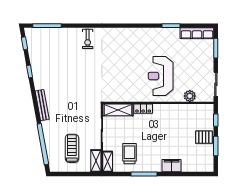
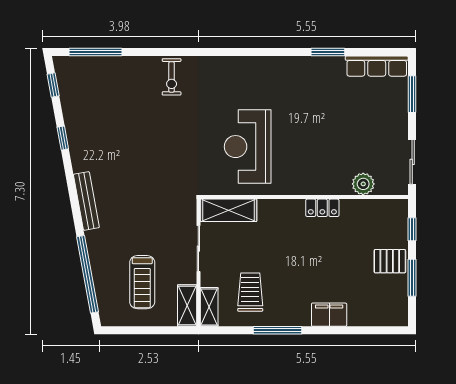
reception desk: (161, 76) -> (248, 147), moved
locker: (143, 109) -> (322, 208), moved
treadmill: (72, 148) -> (142, 282), turned 180

